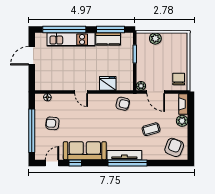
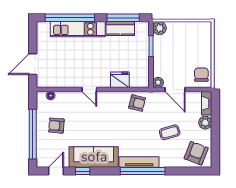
plant: (155, 38) -> (160, 28), moved
door: (32, 56) -> (33, 64), moved

